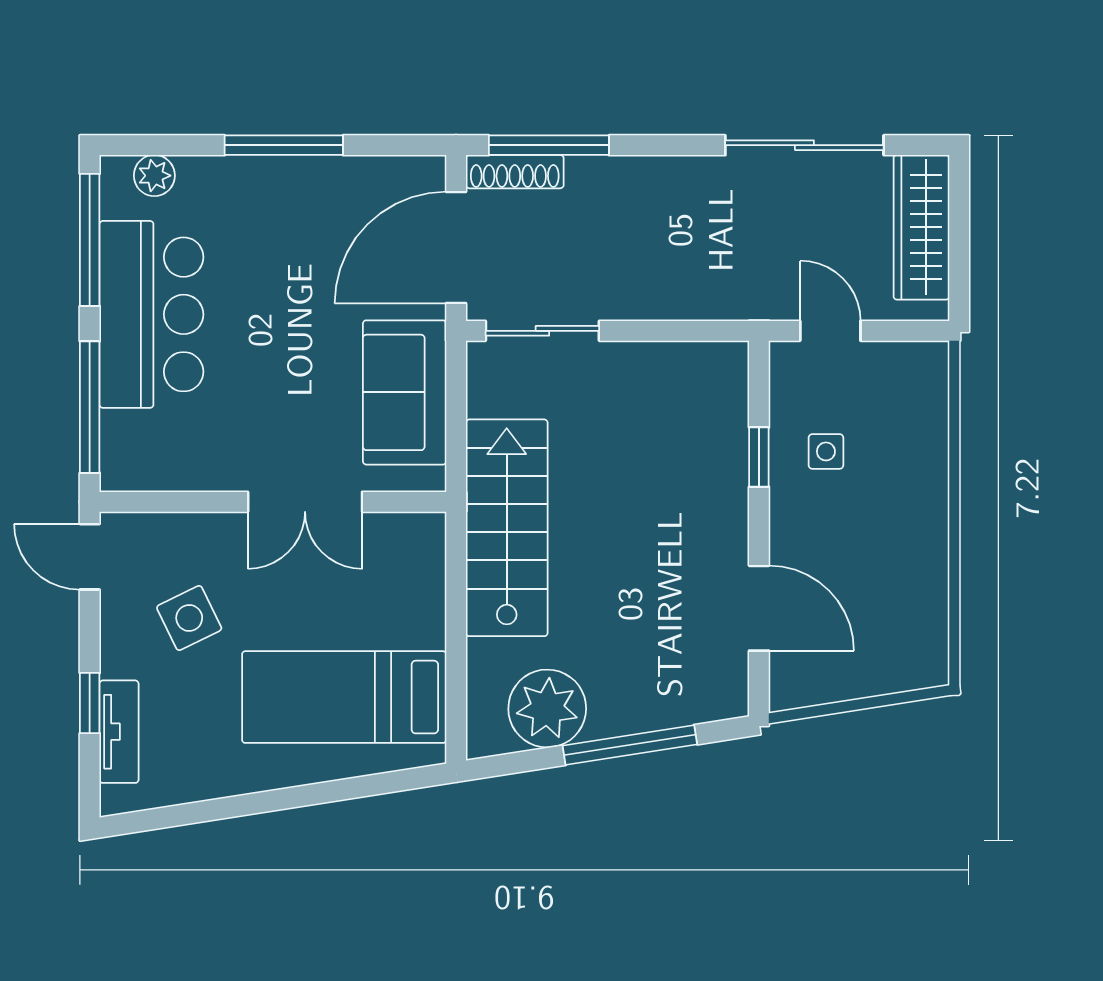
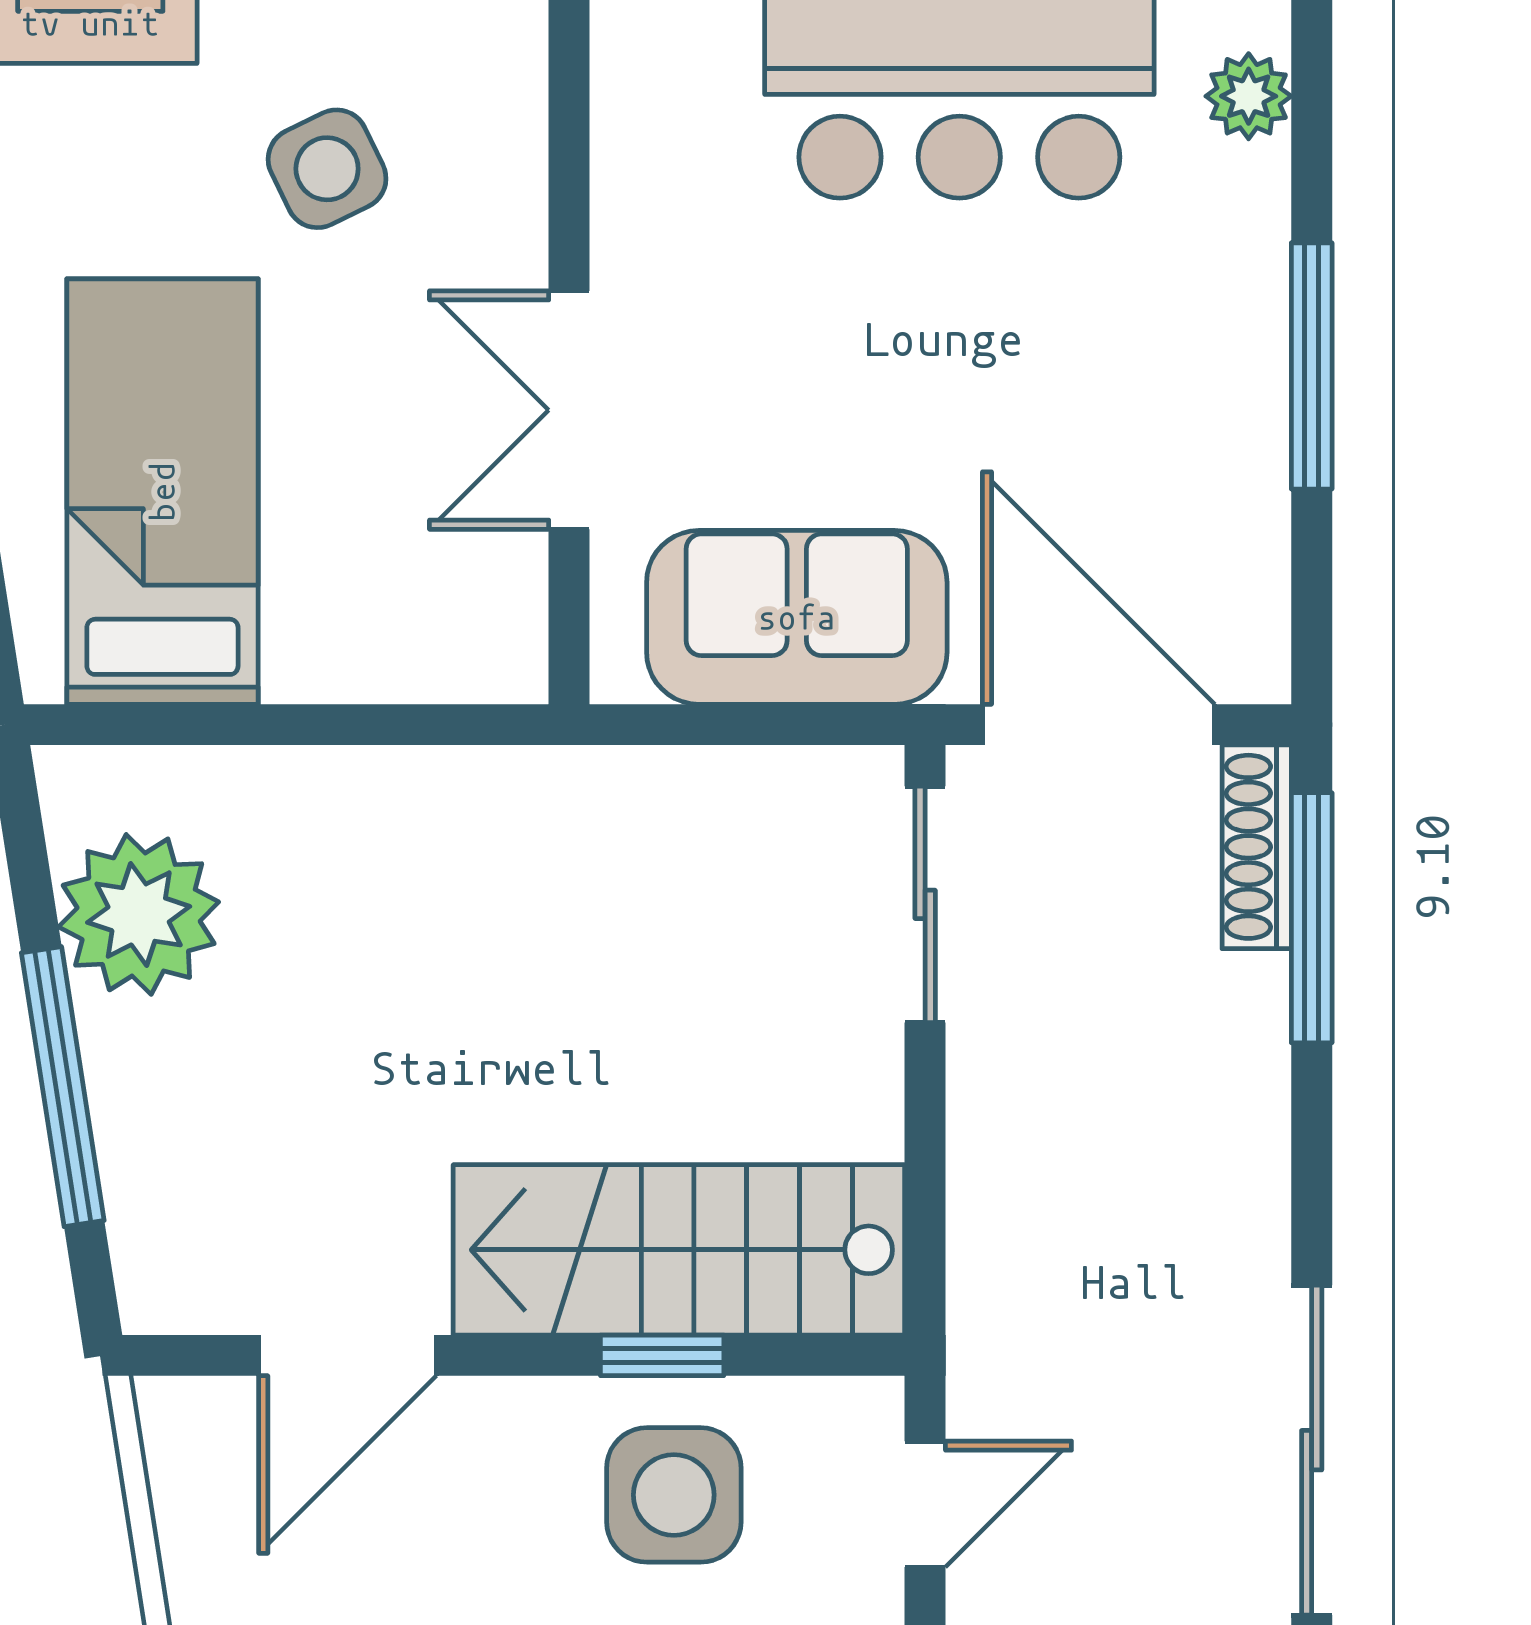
side table: (826, 451) -> (674, 1495), width x1.87, depth x1.87
stairs: (507, 528) -> (679, 1250), moved, turned 180

